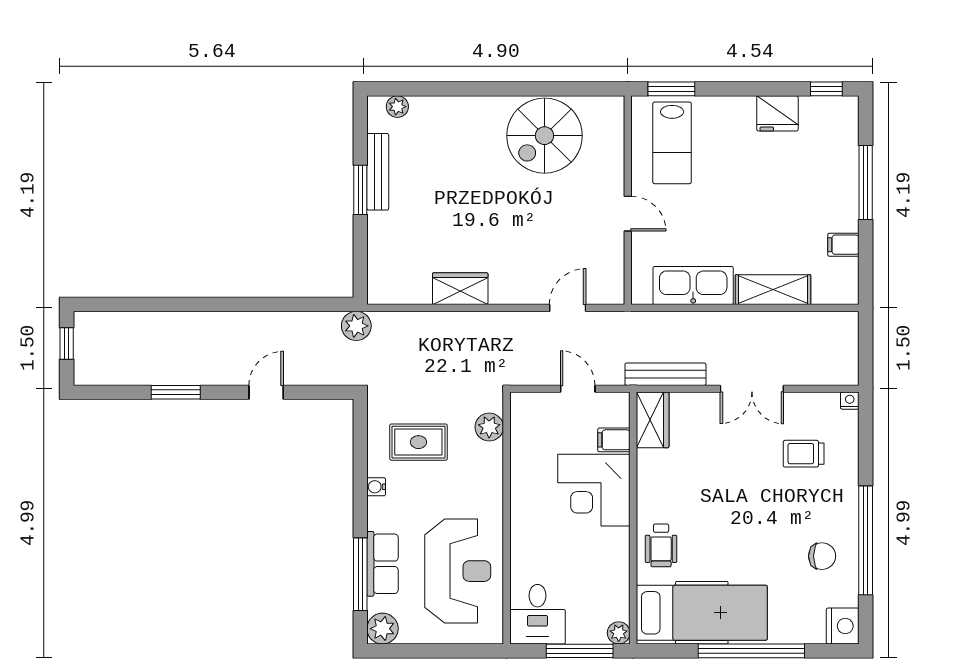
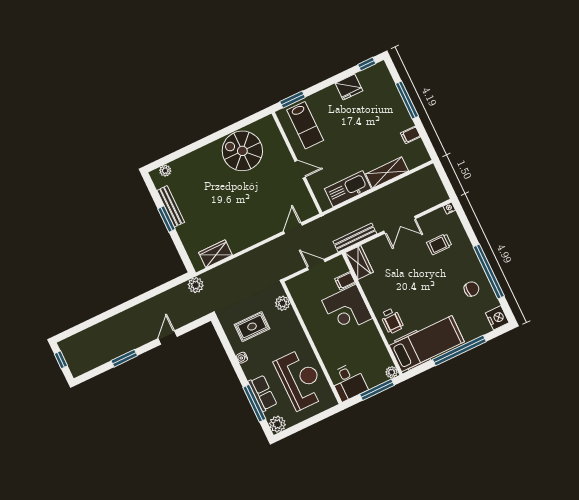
spiral stairs: (544, 136) -> (242, 151), turned 90
wardrobe: (460, 289) -> (215, 254), moved

